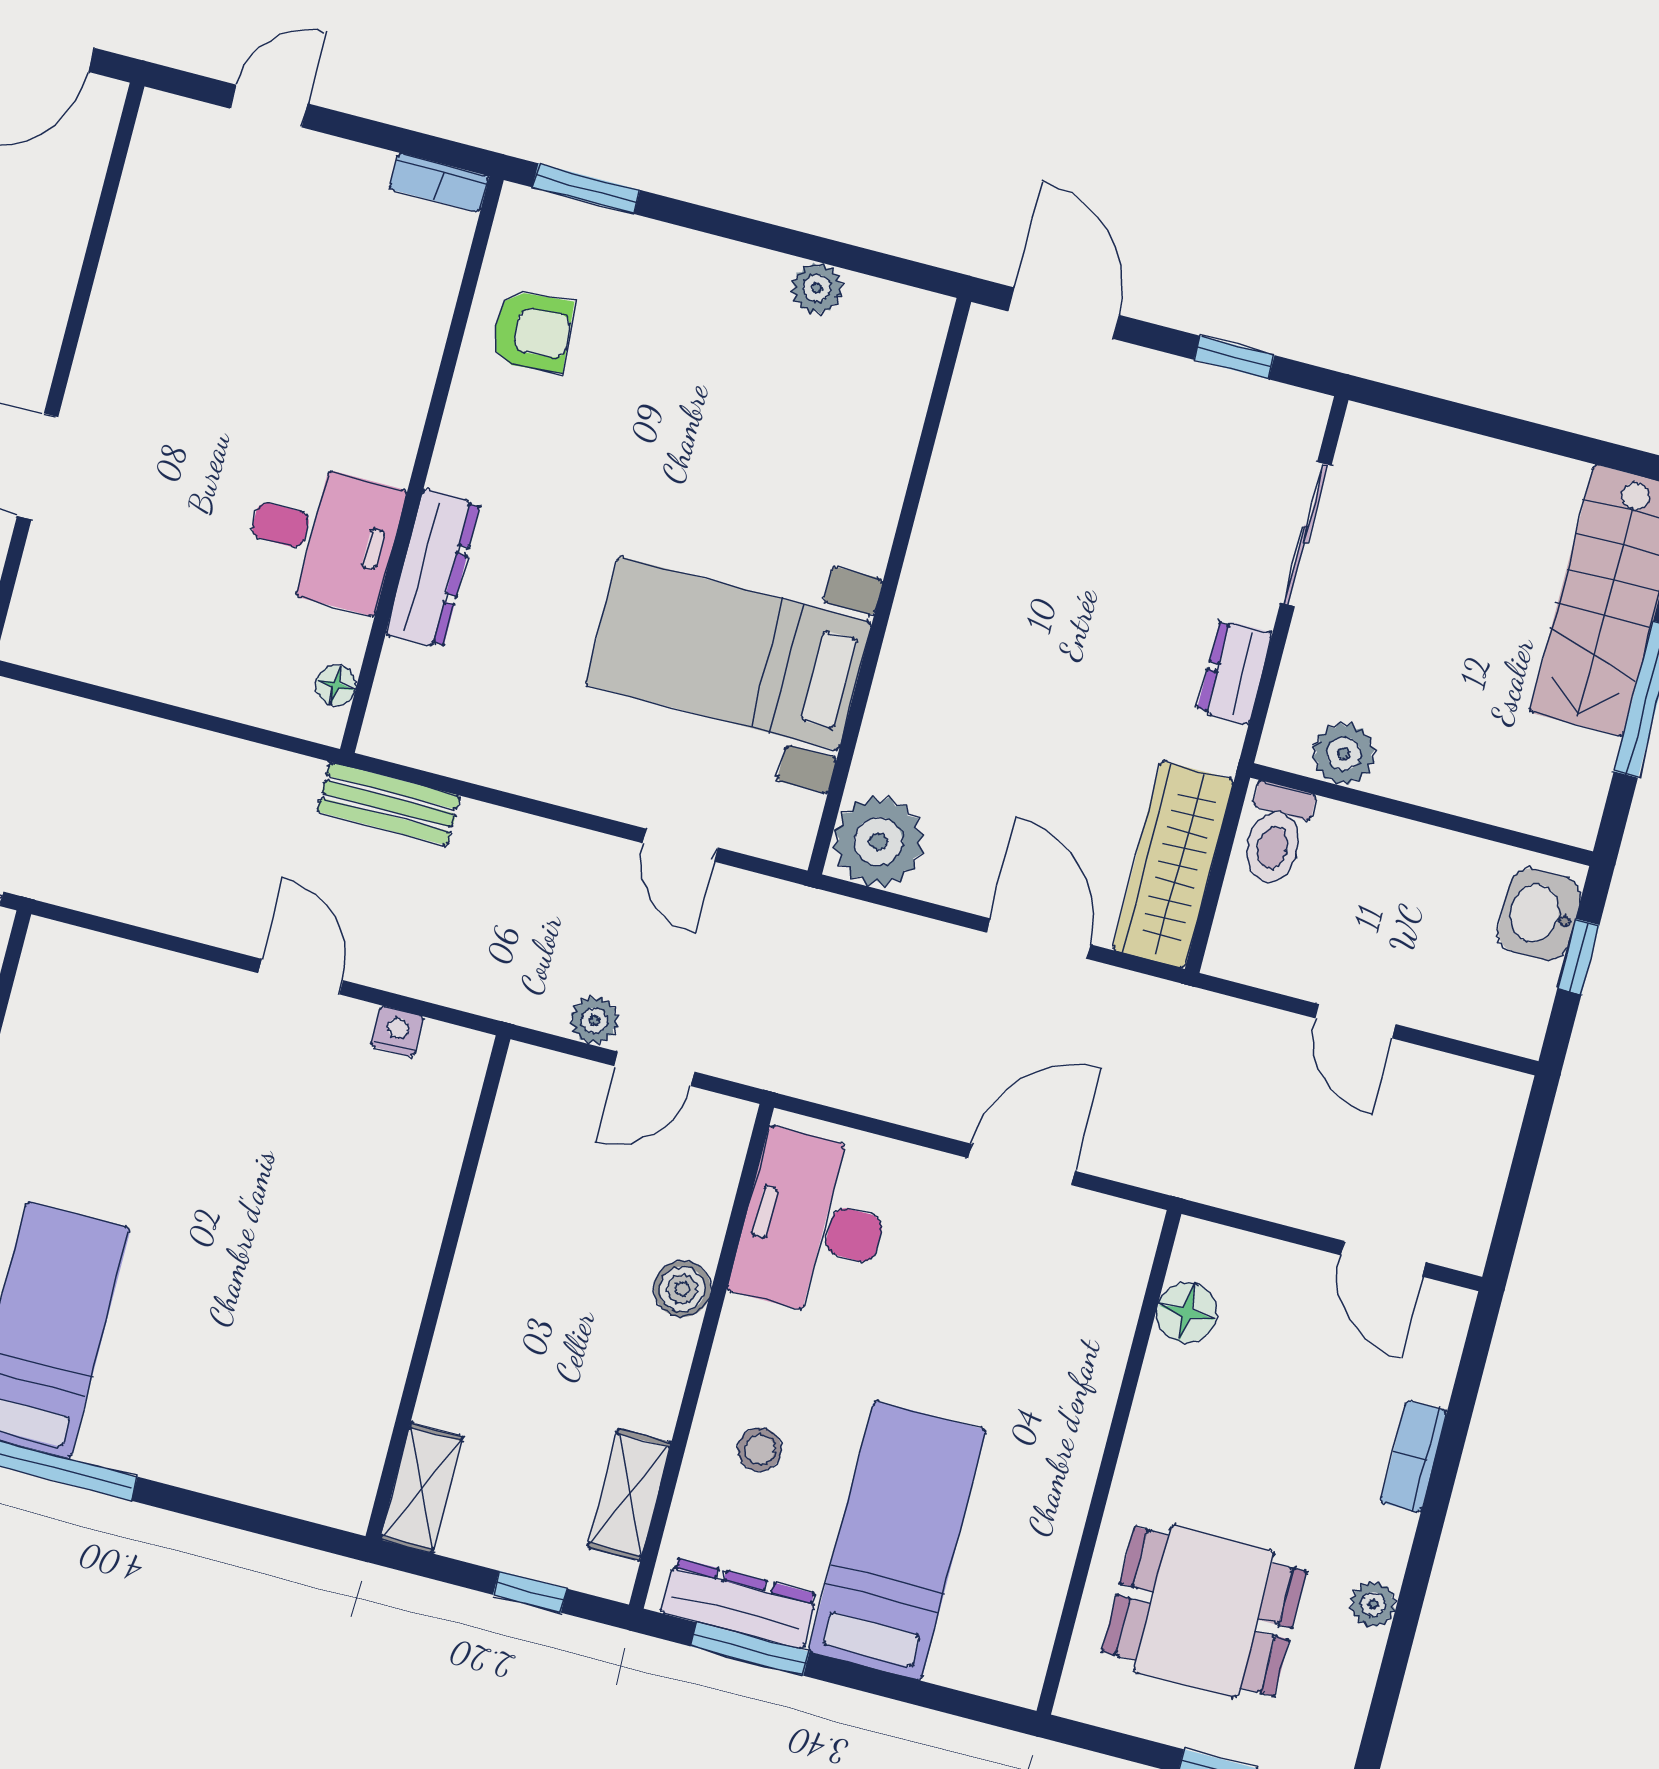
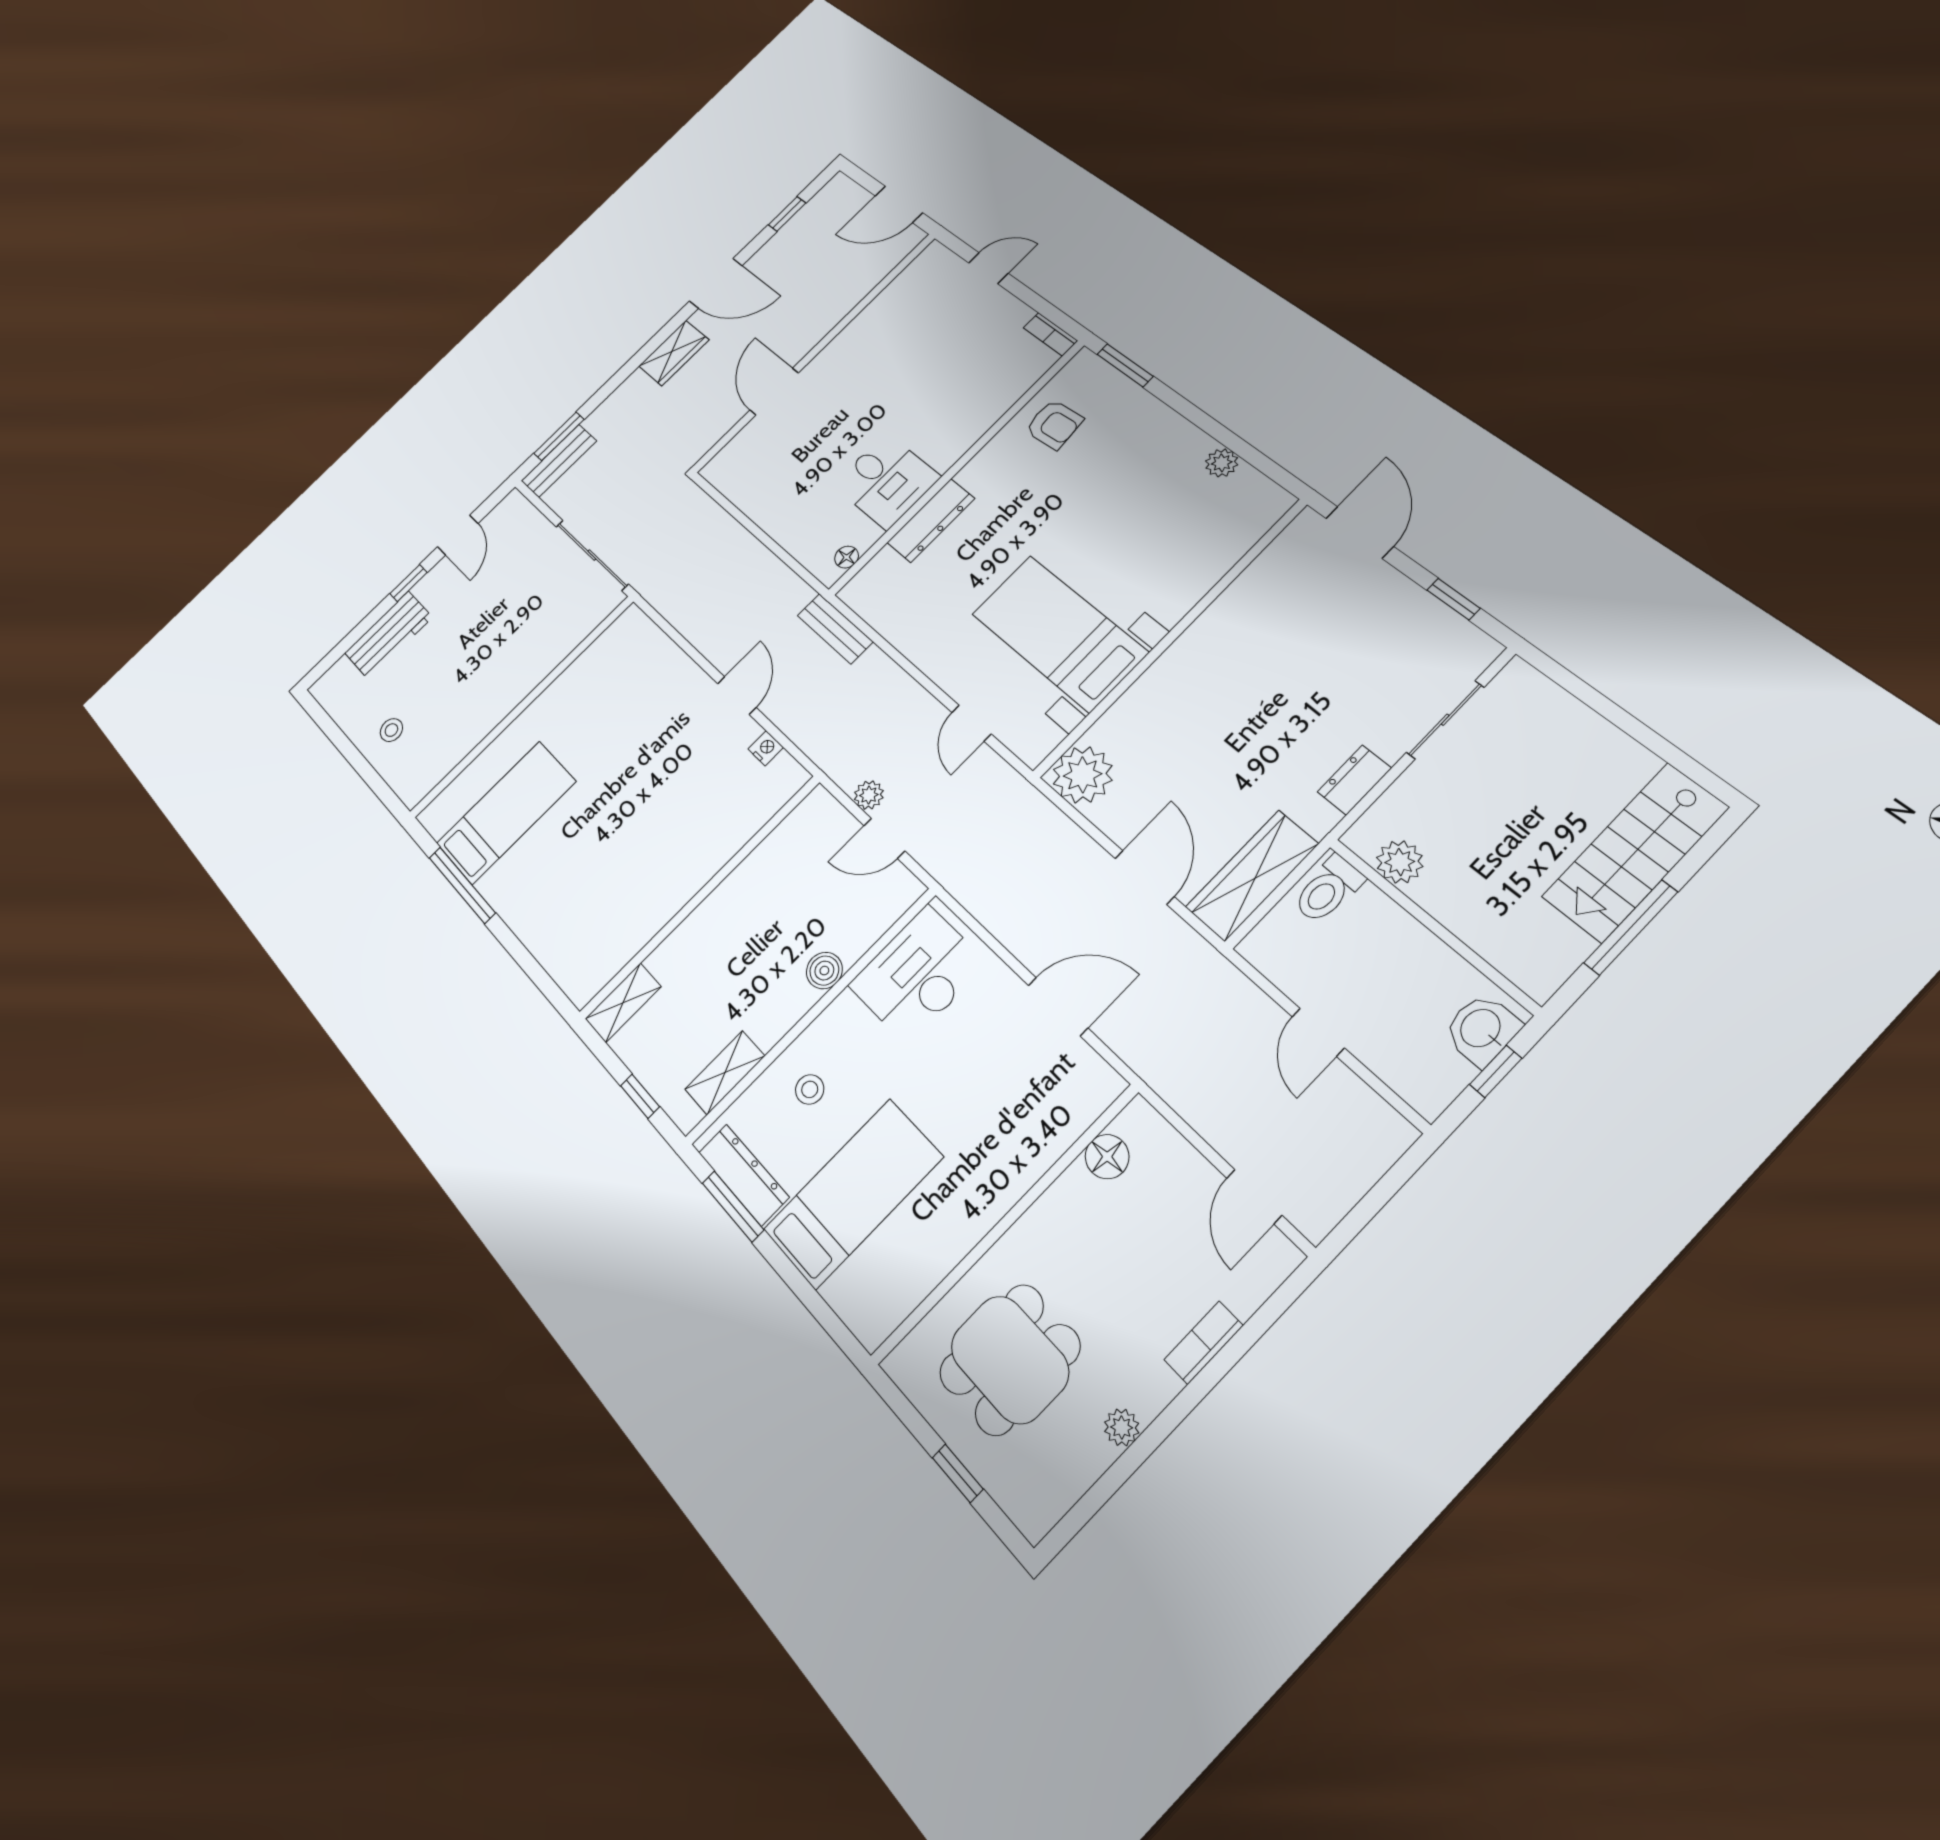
dining table: (1204, 1612) -> (1010, 1359), turned 90

